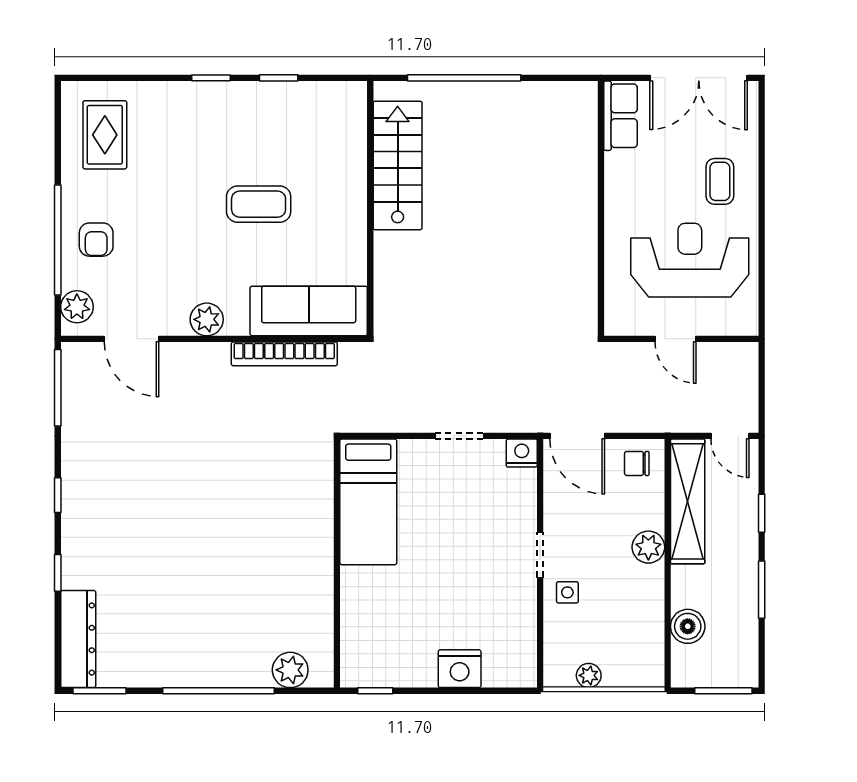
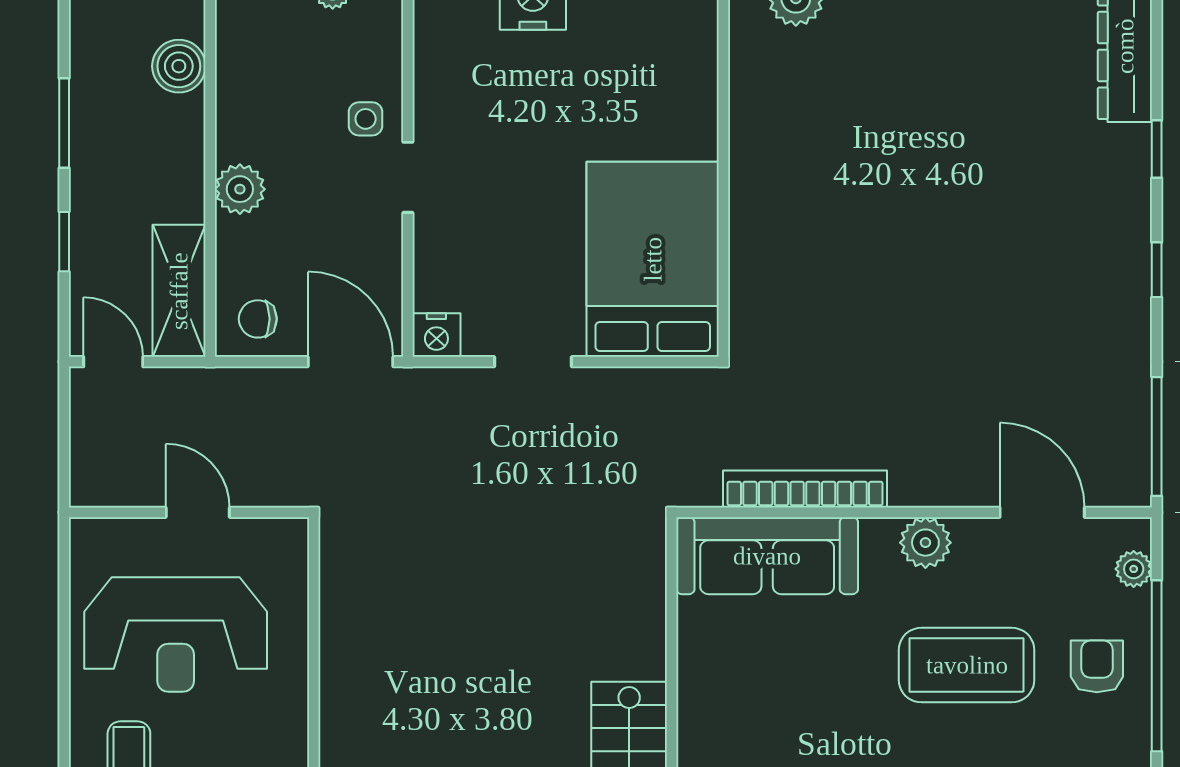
coffee table: (259, 204) -> (967, 665), moved, width x1.36, depth x1.32
plant: (77, 307) -> (1134, 569), width x0.73, depth x0.73
chair: (637, 463) -> (258, 319), turned 180
shelving: (688, 501) -> (179, 291), width x0.68
bed: (368, 502) -> (653, 259), width x1.50

